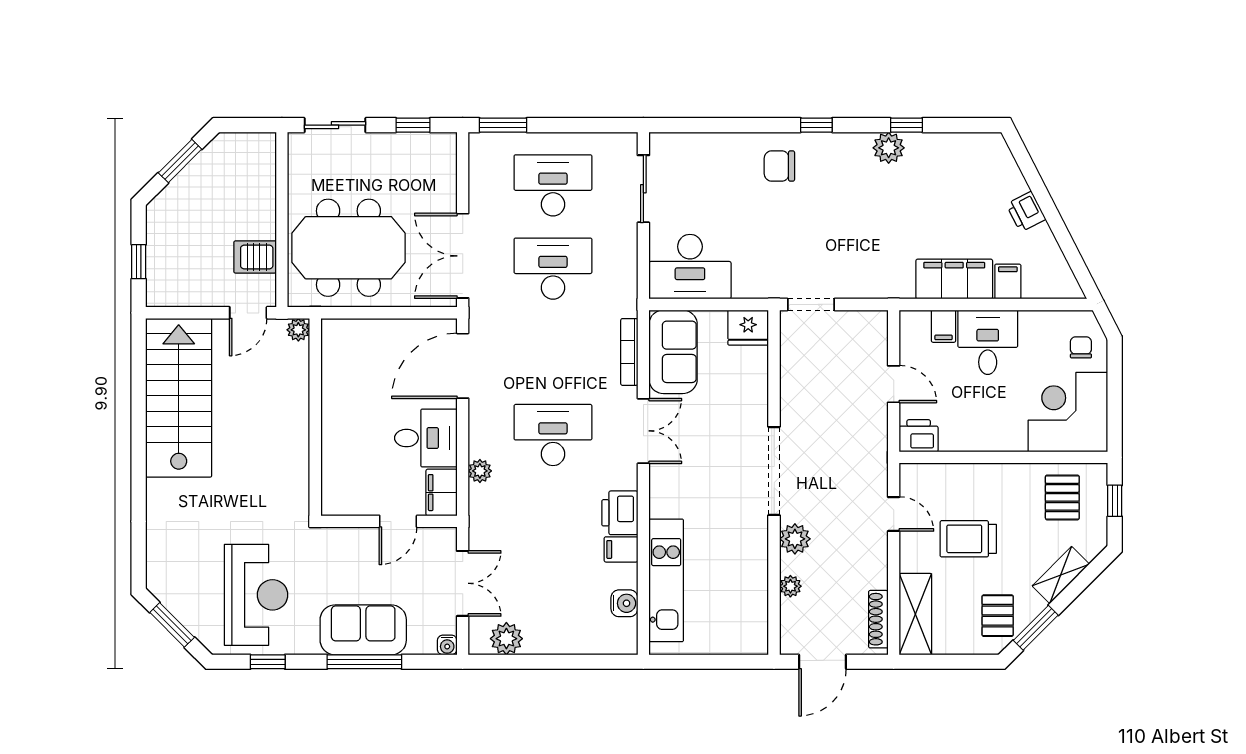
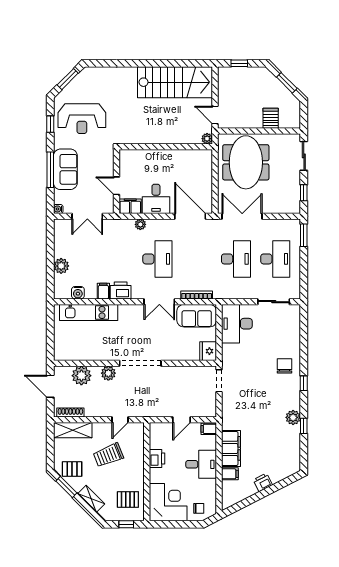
server rack: (255, 257) -> (271, 118), moved
filing cabinet: (944, 326) -> (209, 429), moved
printer: (919, 436) -> (157, 458), moved
trolley: (968, 539) -> (108, 455), turned -112
plant: (790, 586) -> (81, 376), width x1.88, depth x1.88
plant: (506, 639) -> (61, 266), moved

